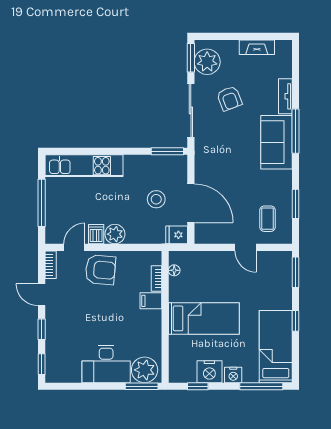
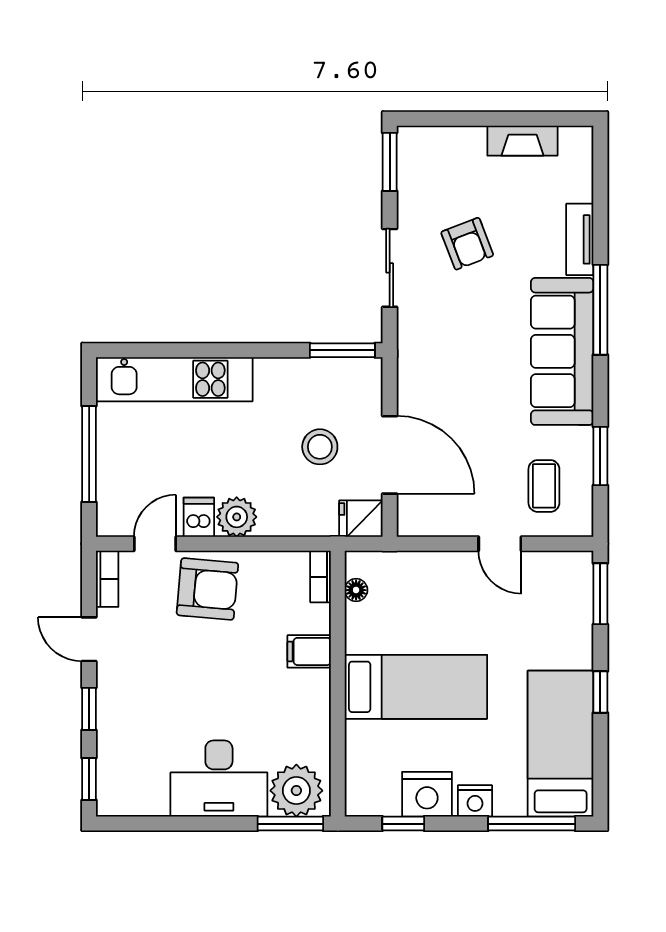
plant: (207, 62) -> (422, 170), removed
sliding door: (191, 110) -> (390, 268), width x0.73
sofa: (277, 142) -> (562, 351), width x1.36
bookcase: (157, 279) -> (321, 577), moved

